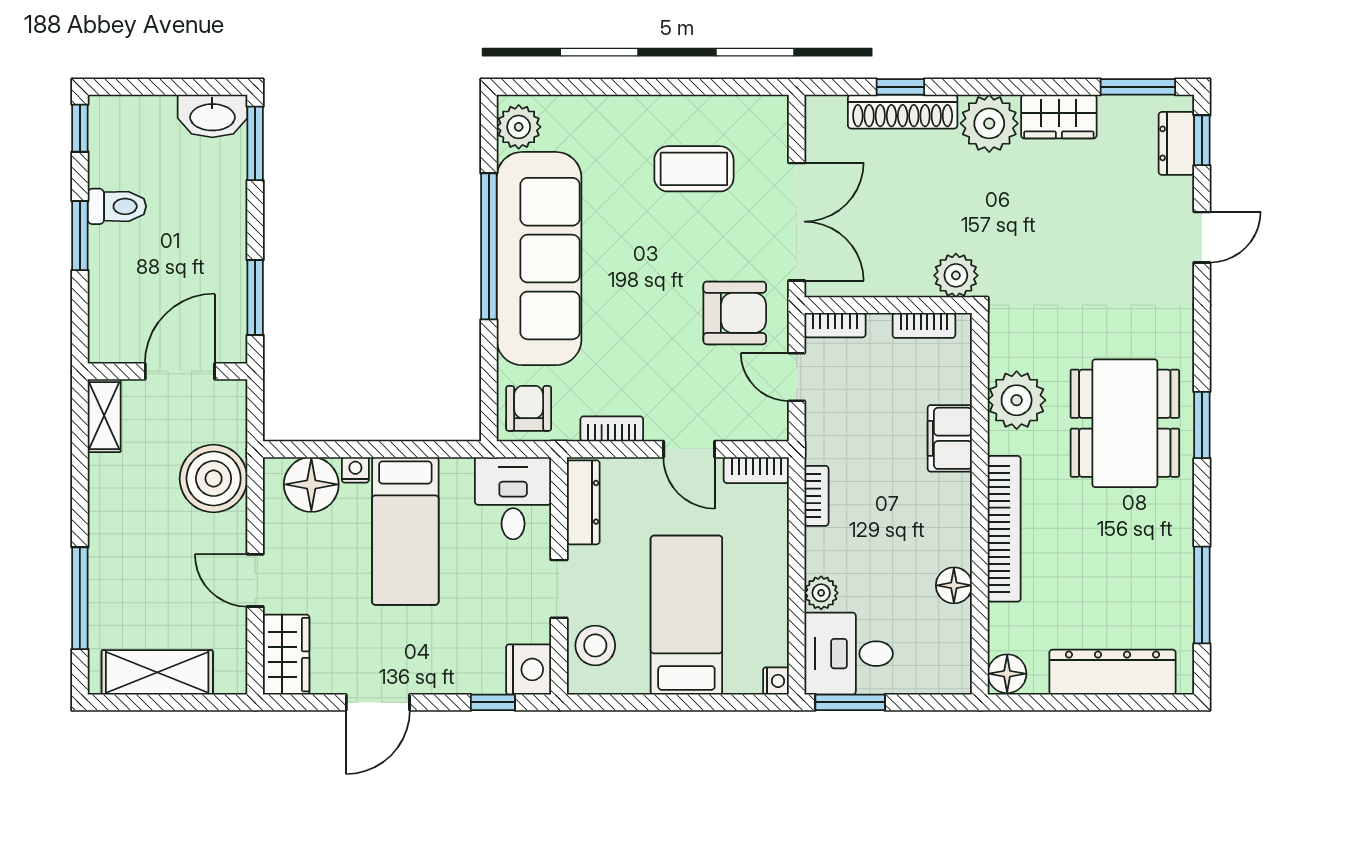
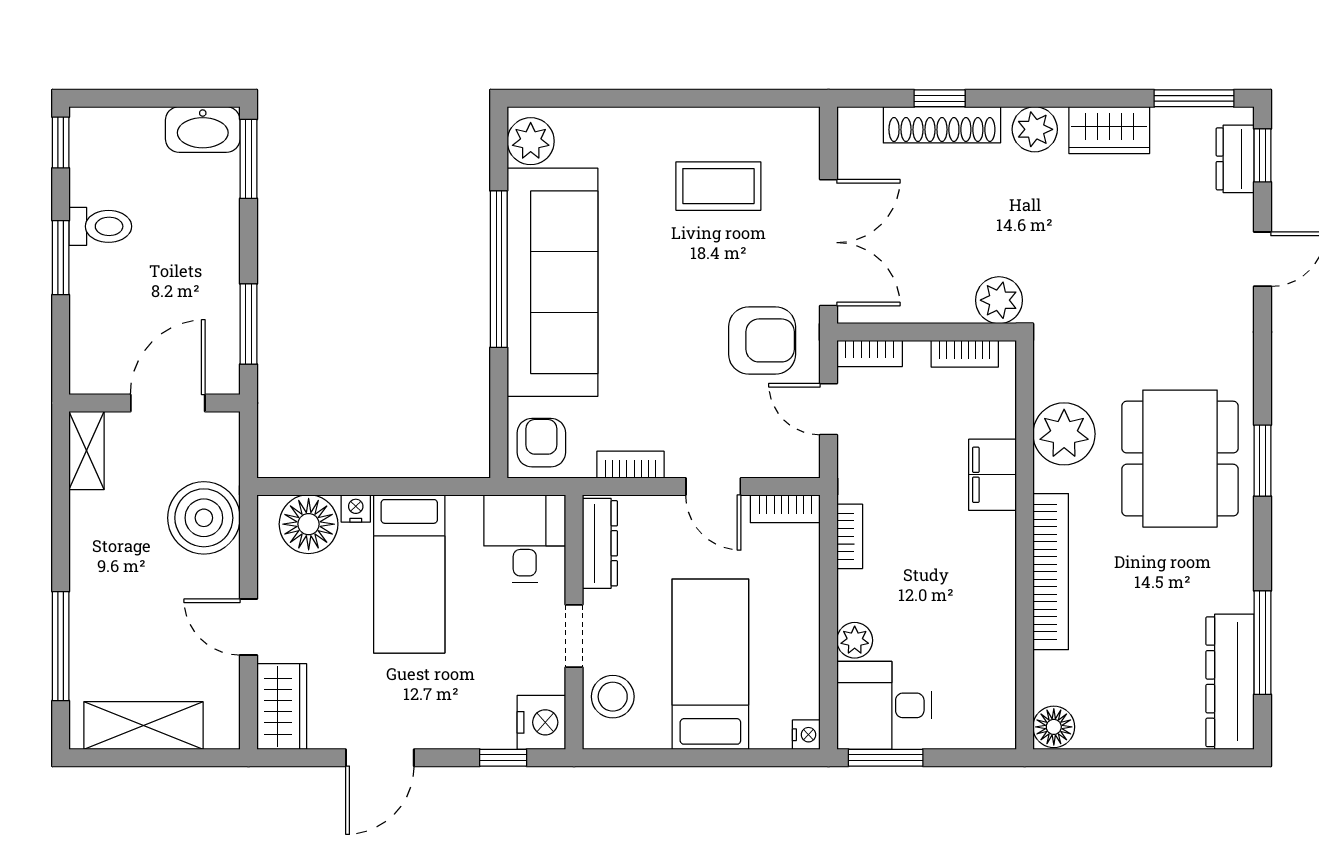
plant: (989, 123) -> (1035, 129), width x0.73, depth x0.73
floor lamp: (954, 585) -> (997, 632), removed
dresser: (1112, 672) -> (1230, 682), moved, turned -90

